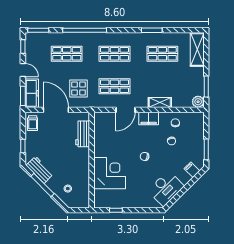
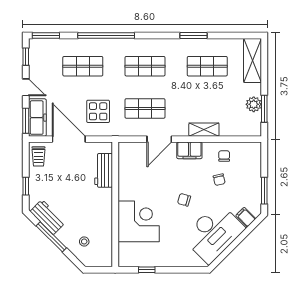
plant: (198, 102) -> (254, 104), moved
desk: (166, 188) -> (214, 233), width x1.36, depth x1.30

